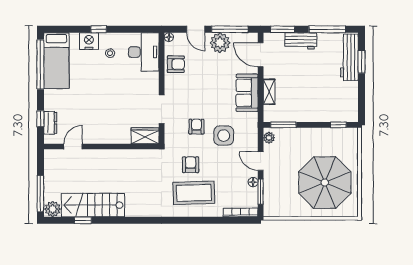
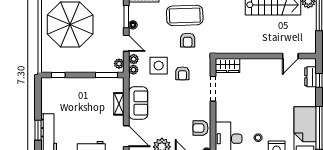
plant: (253, 131) -> (133, 70), added
plant: (252, 143) -> (134, 59), added

